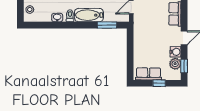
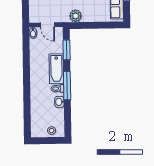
window: (73, 25) -> (67, 86), added
plant: (139, 34) -> (76, 16), added

